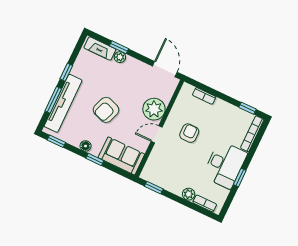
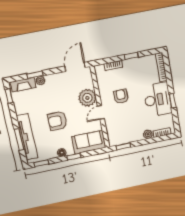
door: (165, 69) -> (75, 67), hinge flipped
window: (66, 72) -> (9, 96), moved
window: (248, 108) -> (131, 56), moved
armchair: (106, 110) -> (57, 121), turned 69

